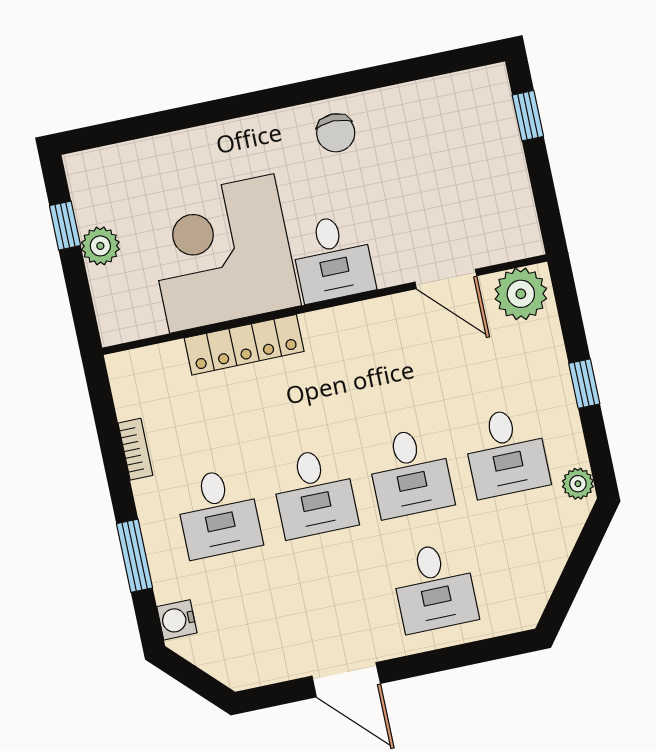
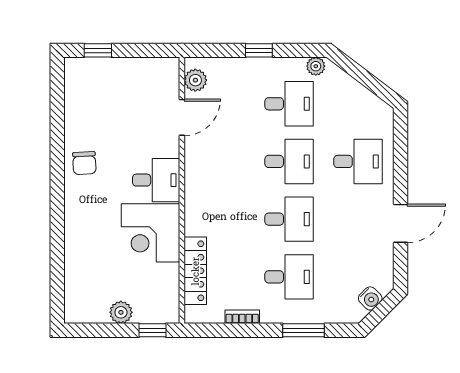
chair: (336, 133) -> (84, 163), turned 87
window: (65, 226) -> (153, 330), moved
corner desk: (222, 254) -> (151, 233), width x0.74, depth x0.74
plant: (521, 294) -> (195, 80), width x0.73, depth x0.73
locker: (244, 345) -> (195, 271), moved
water cooler: (177, 620) -> (370, 298), moved, turned -45

